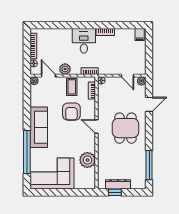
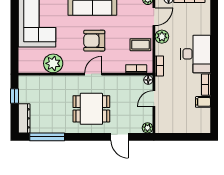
filing cabinet: (140, 35) -> (203, 102), moved
desk: (84, 41) -> (195, 54), width x1.37
door: (128, 76) -> (154, 99), moved
armchair: (71, 112) -> (94, 41), moved
dresser: (118, 184) -> (24, 118), moved

